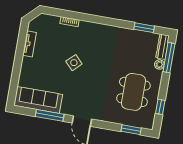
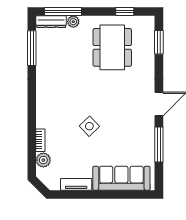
plant: (53, 21) -> (43, 160), added
window: (144, 28) -> (32, 48), width x1.44
dining table: (133, 92) -> (112, 47), turned 90
sofa: (38, 100) -> (121, 178), moved, turned 90

